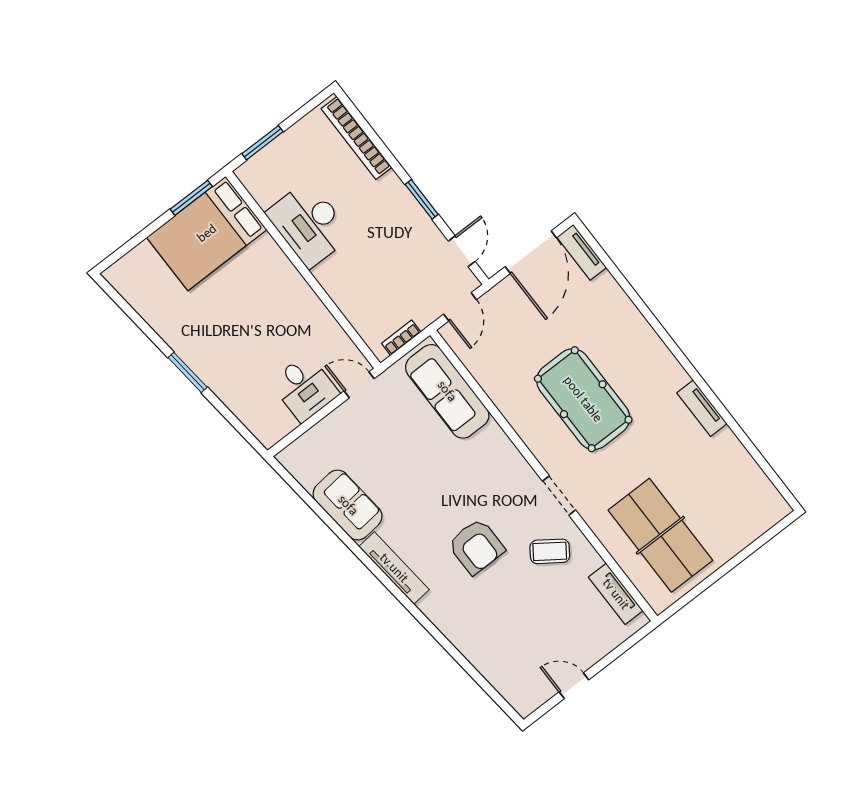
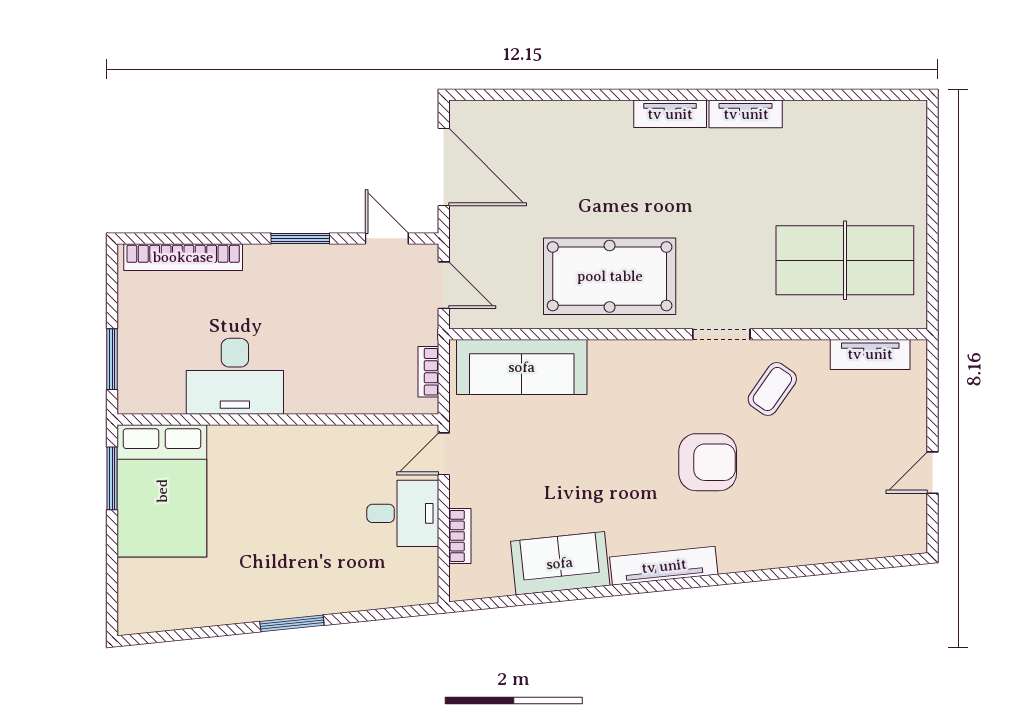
tv unit: (582, 252) -> (670, 114), moved
pool table: (583, 399) -> (610, 276), moved
bookcase: (317, 432) -> (460, 536), added

